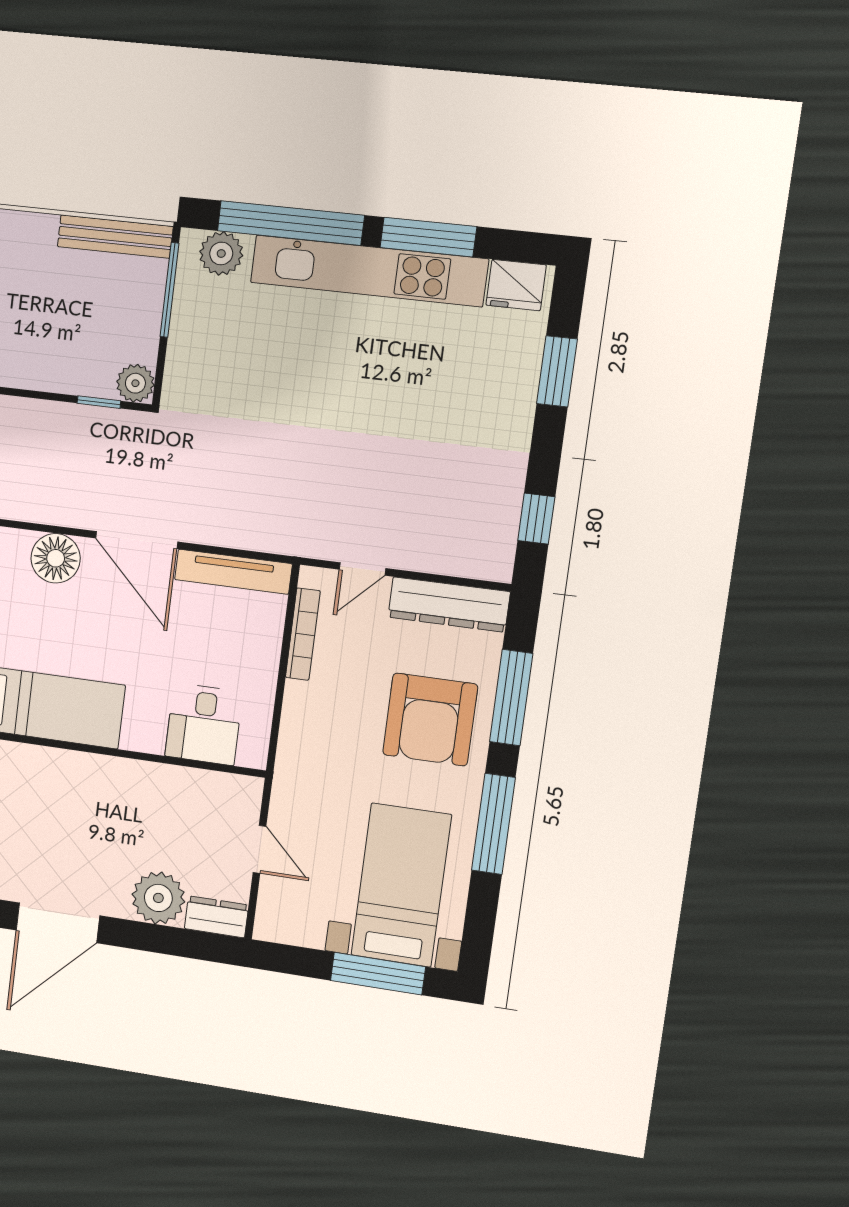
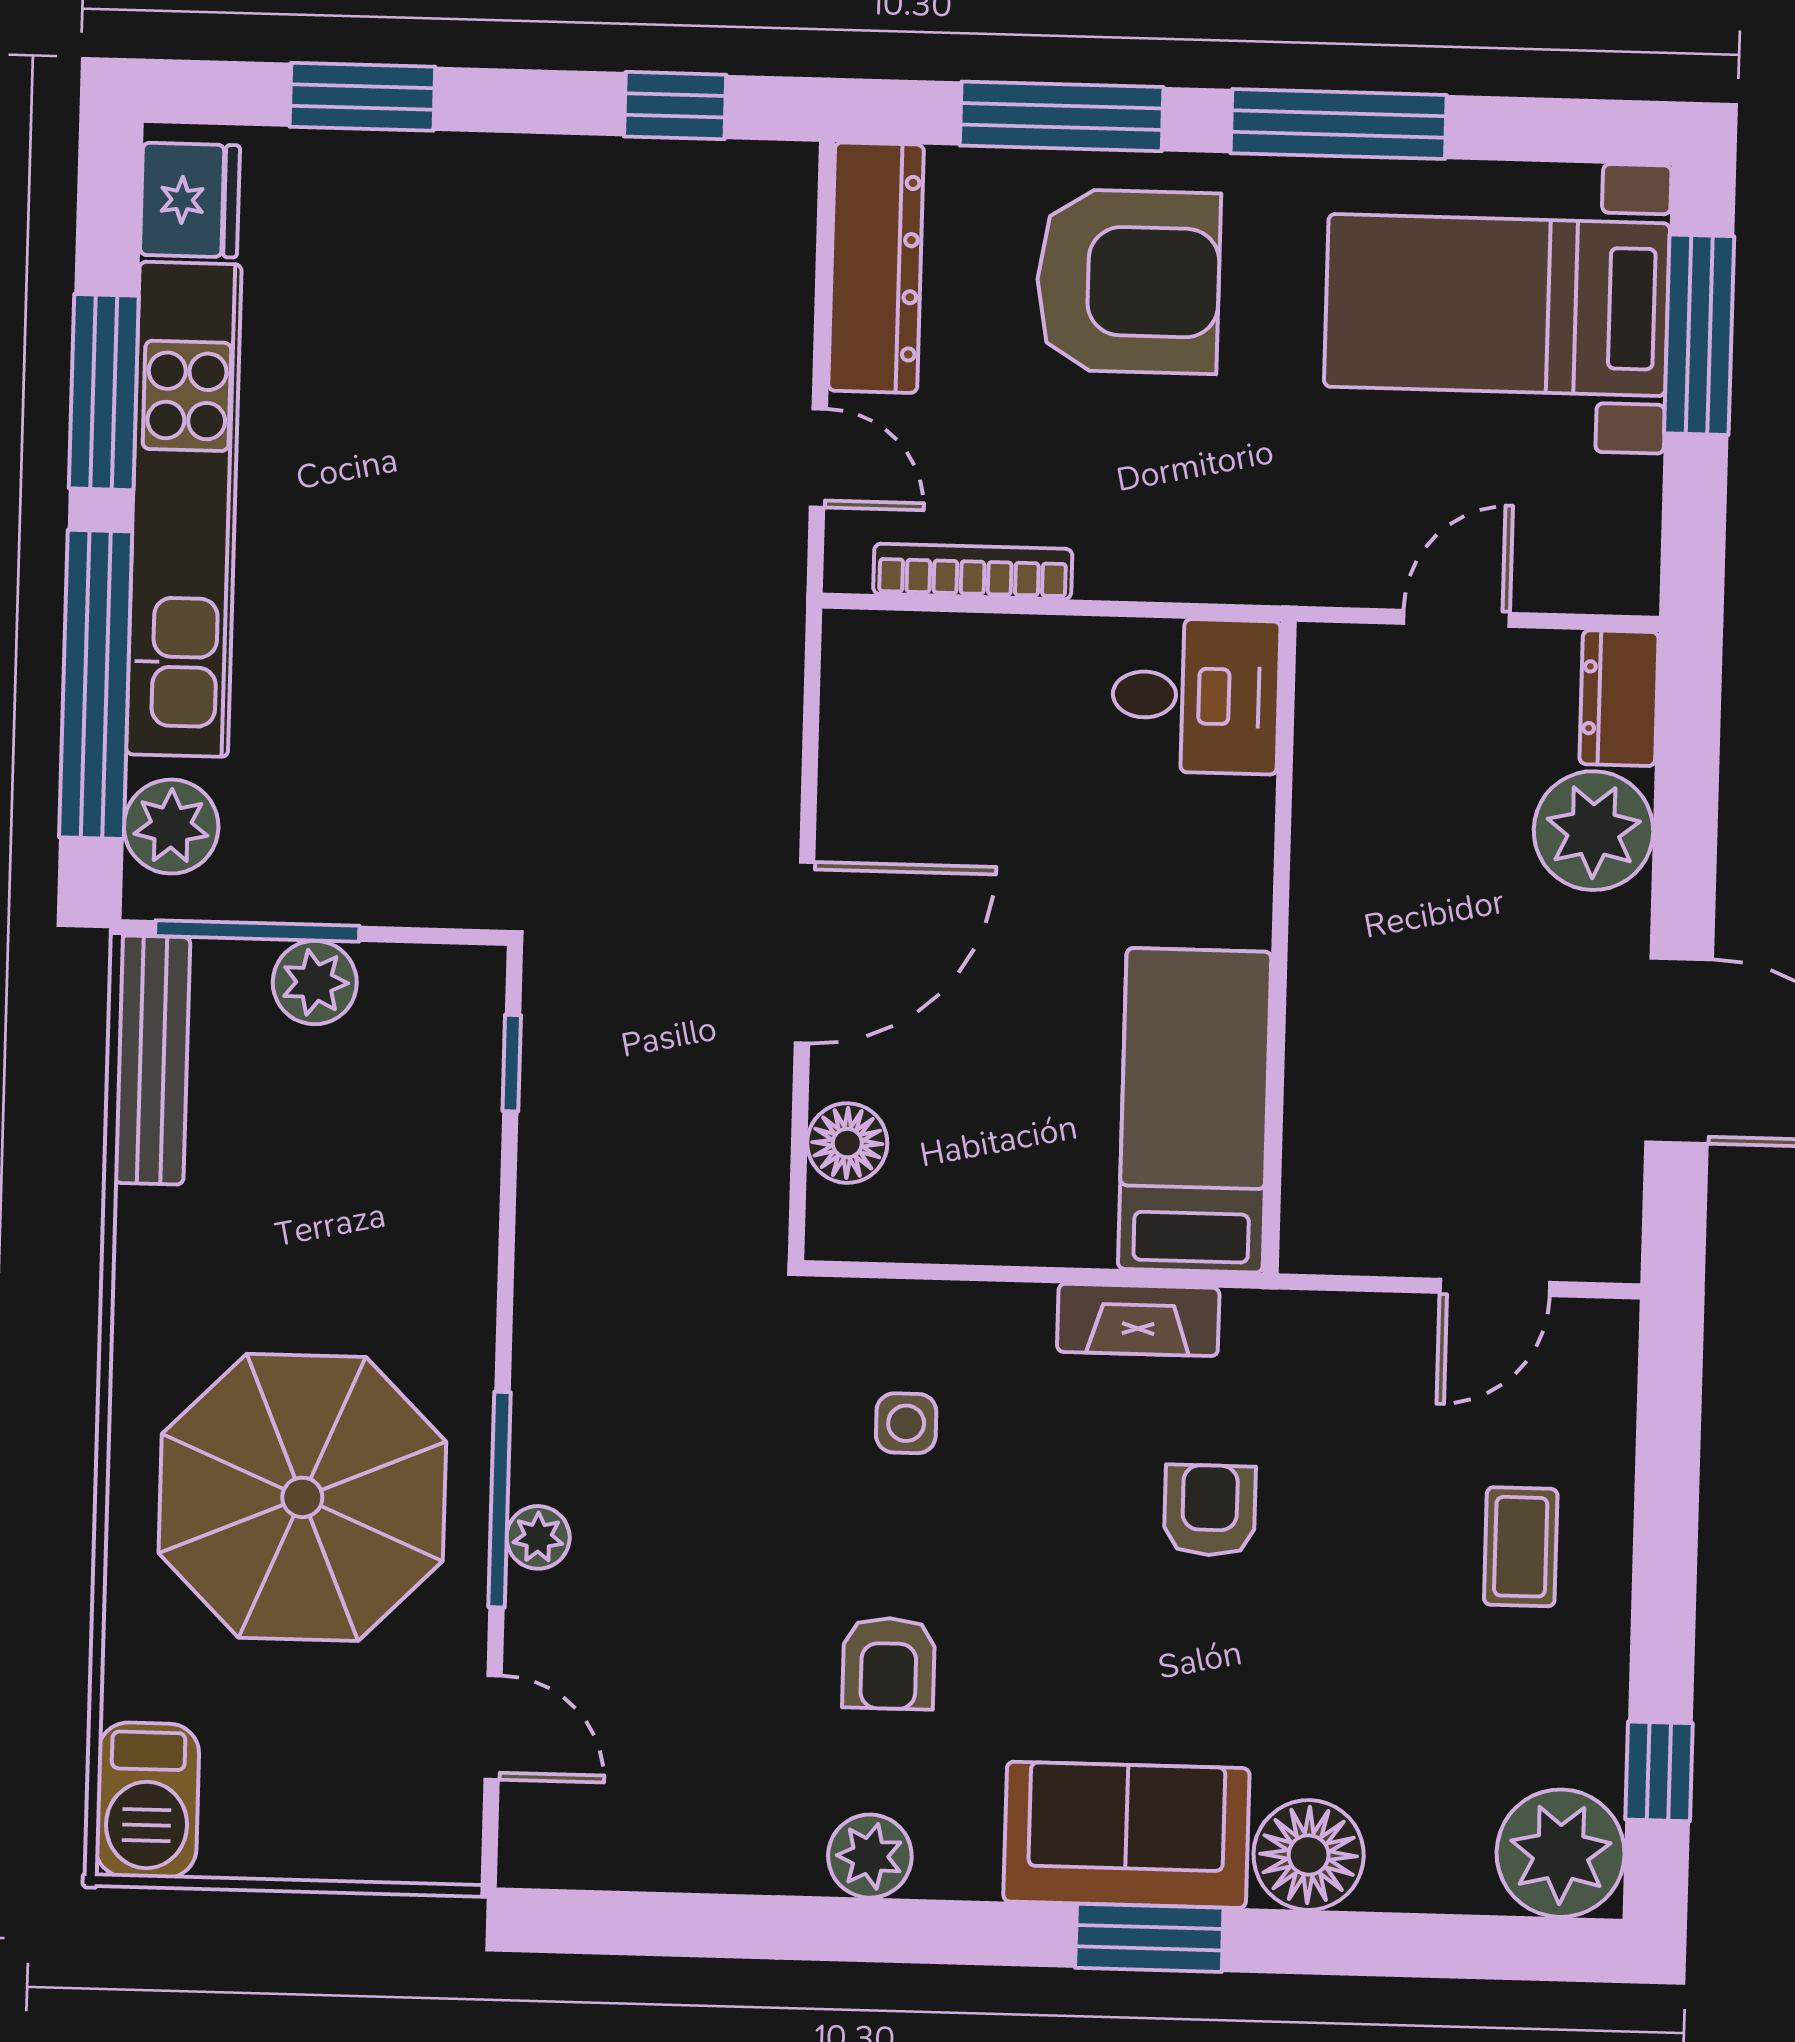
plant: (135, 383) -> (315, 982), moved
floor lamp: (56, 558) -> (847, 1143), width x0.73, depth x0.73
tv unit: (233, 572) -> (853, 735), removed
desk: (204, 724) -> (1196, 696), moved

